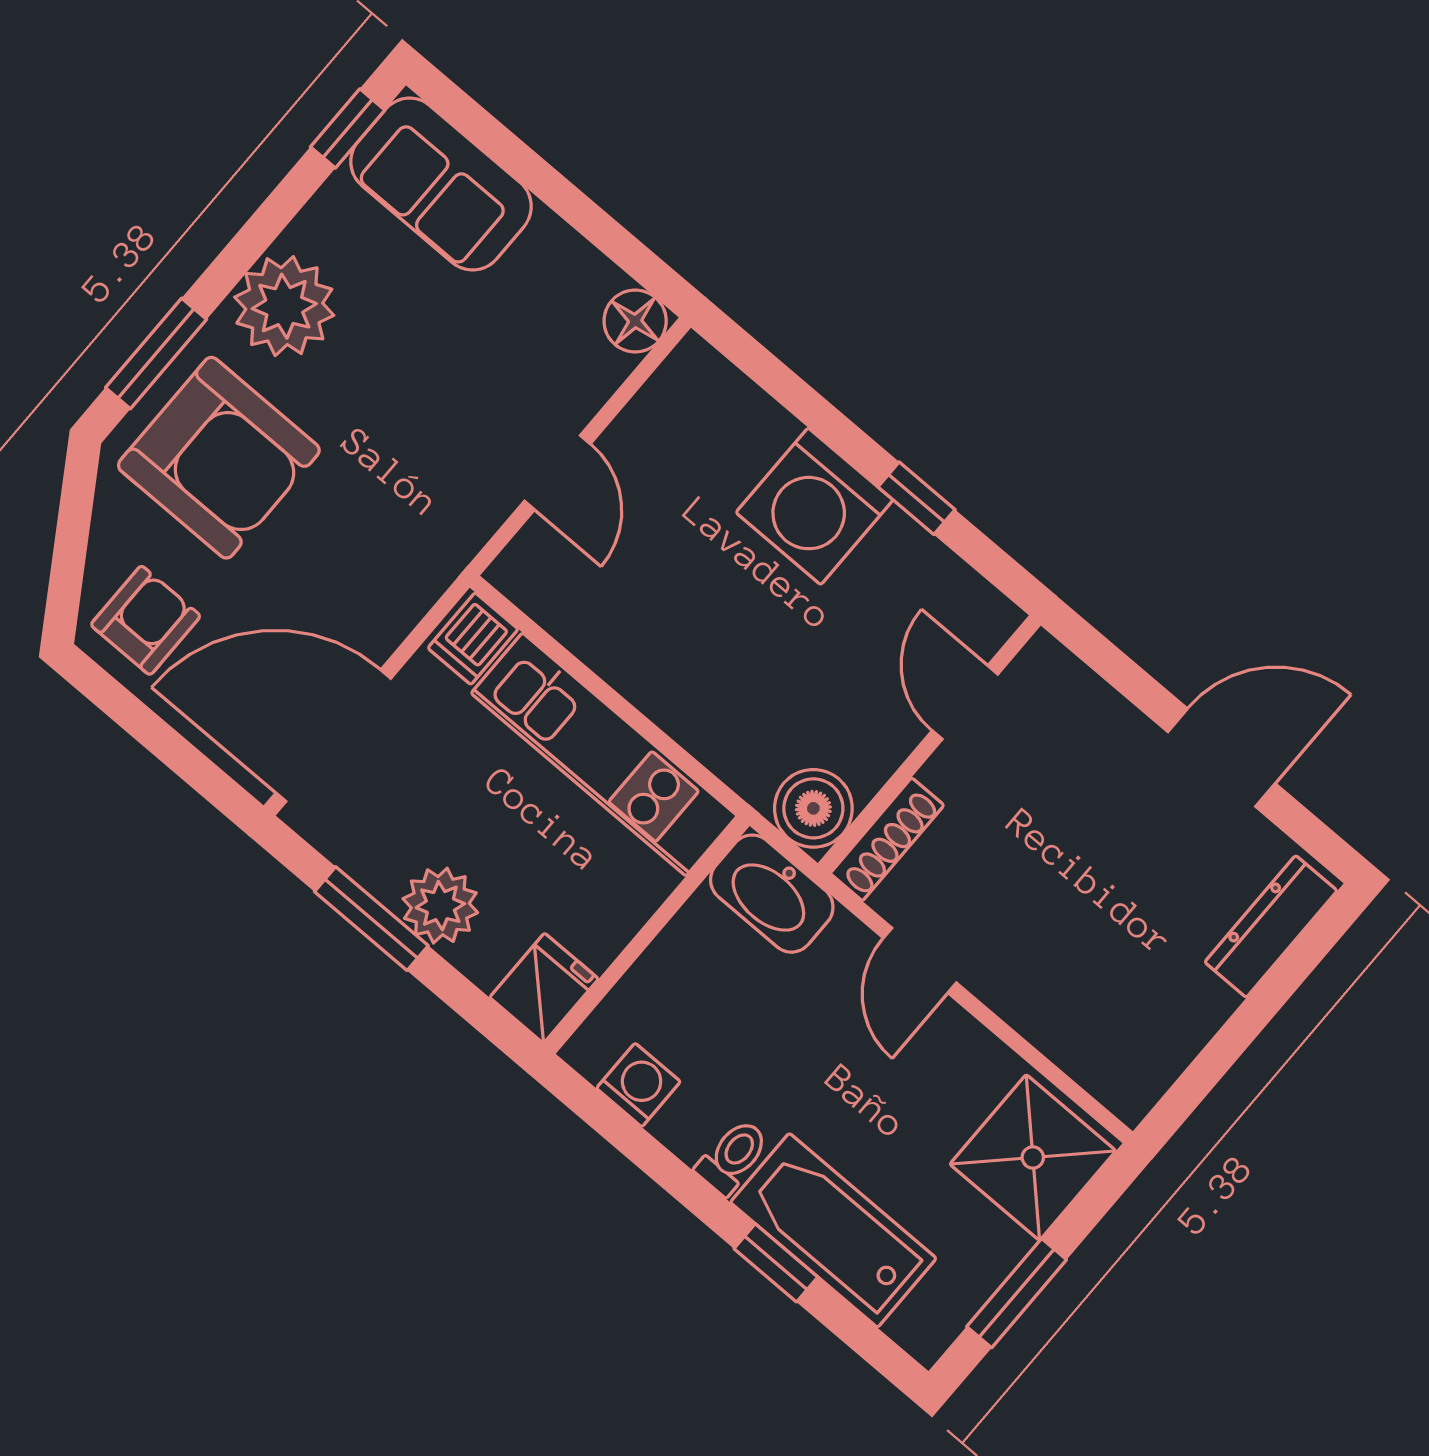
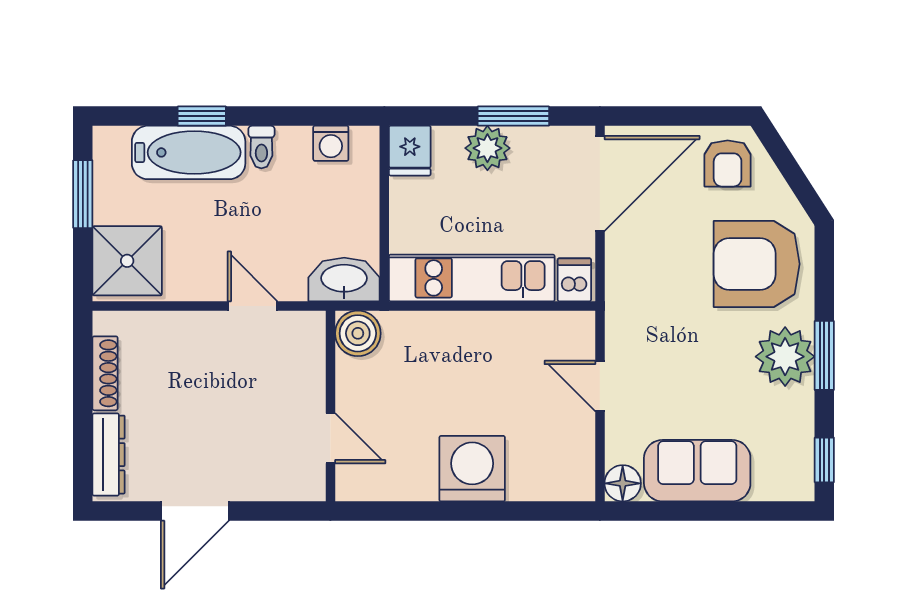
sofa: (441, 184) -> (697, 471), moved
window: (156, 353) -> (824, 355), moved
window: (916, 498) -> (430, 511), removed
shoe rack: (887, 839) -> (105, 373), moved, turned 180

